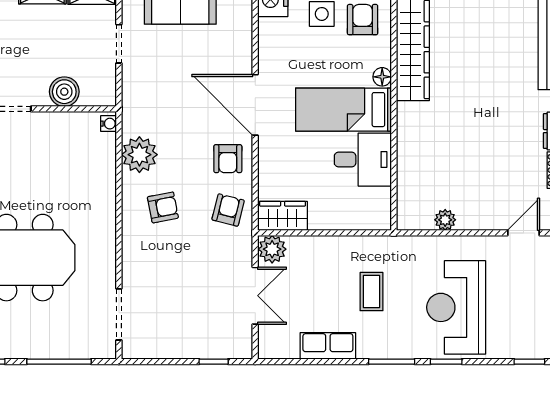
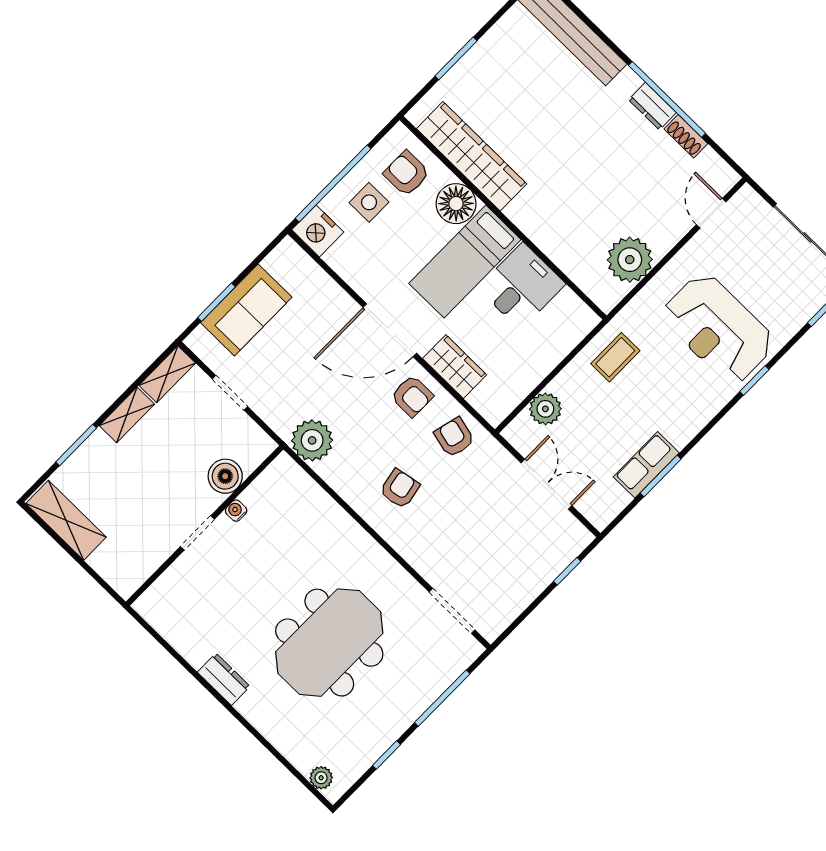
floor lamp: (382, 77) -> (456, 204), width x1.89, depth x1.89
water cooler: (109, 124) -> (236, 511), moved, turned -90
plant: (139, 155) -> (312, 440), moved
wardrobe: (283, 216) -> (455, 367), moved, turned 90
plant: (445, 220) -> (630, 260), width x1.87, depth x1.87
plant: (272, 249) -> (545, 409), moved
coffee table: (371, 292) -> (615, 357), moved, turned 90
window: (392, 362) -> (661, 476), moved

